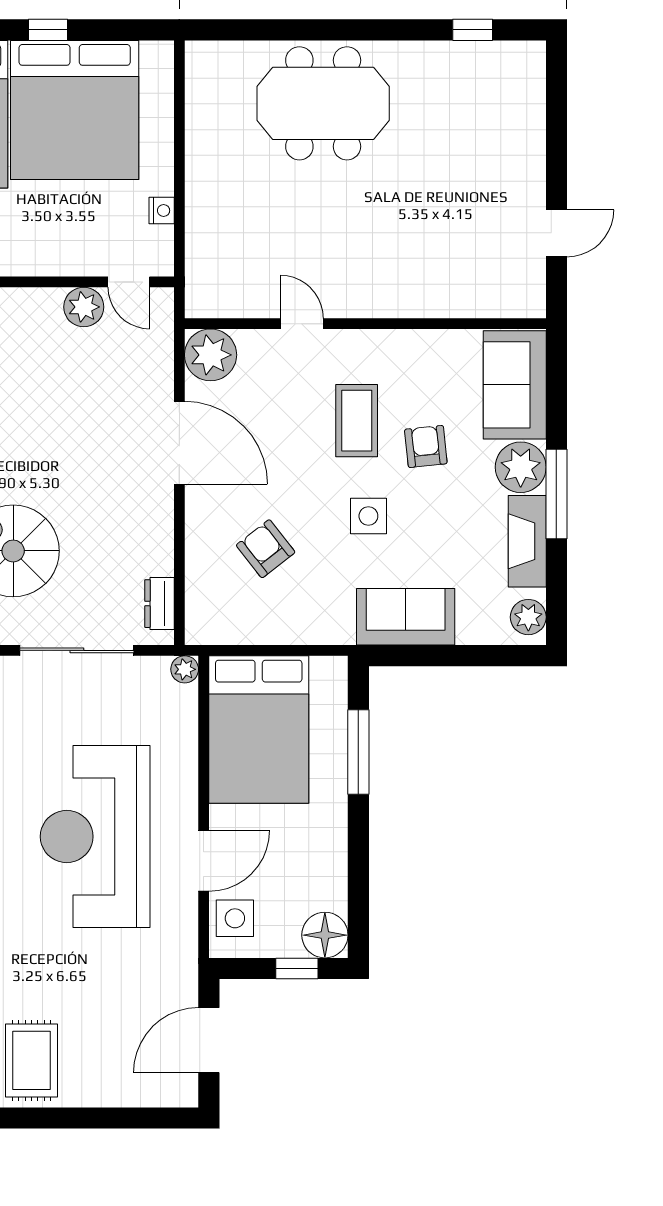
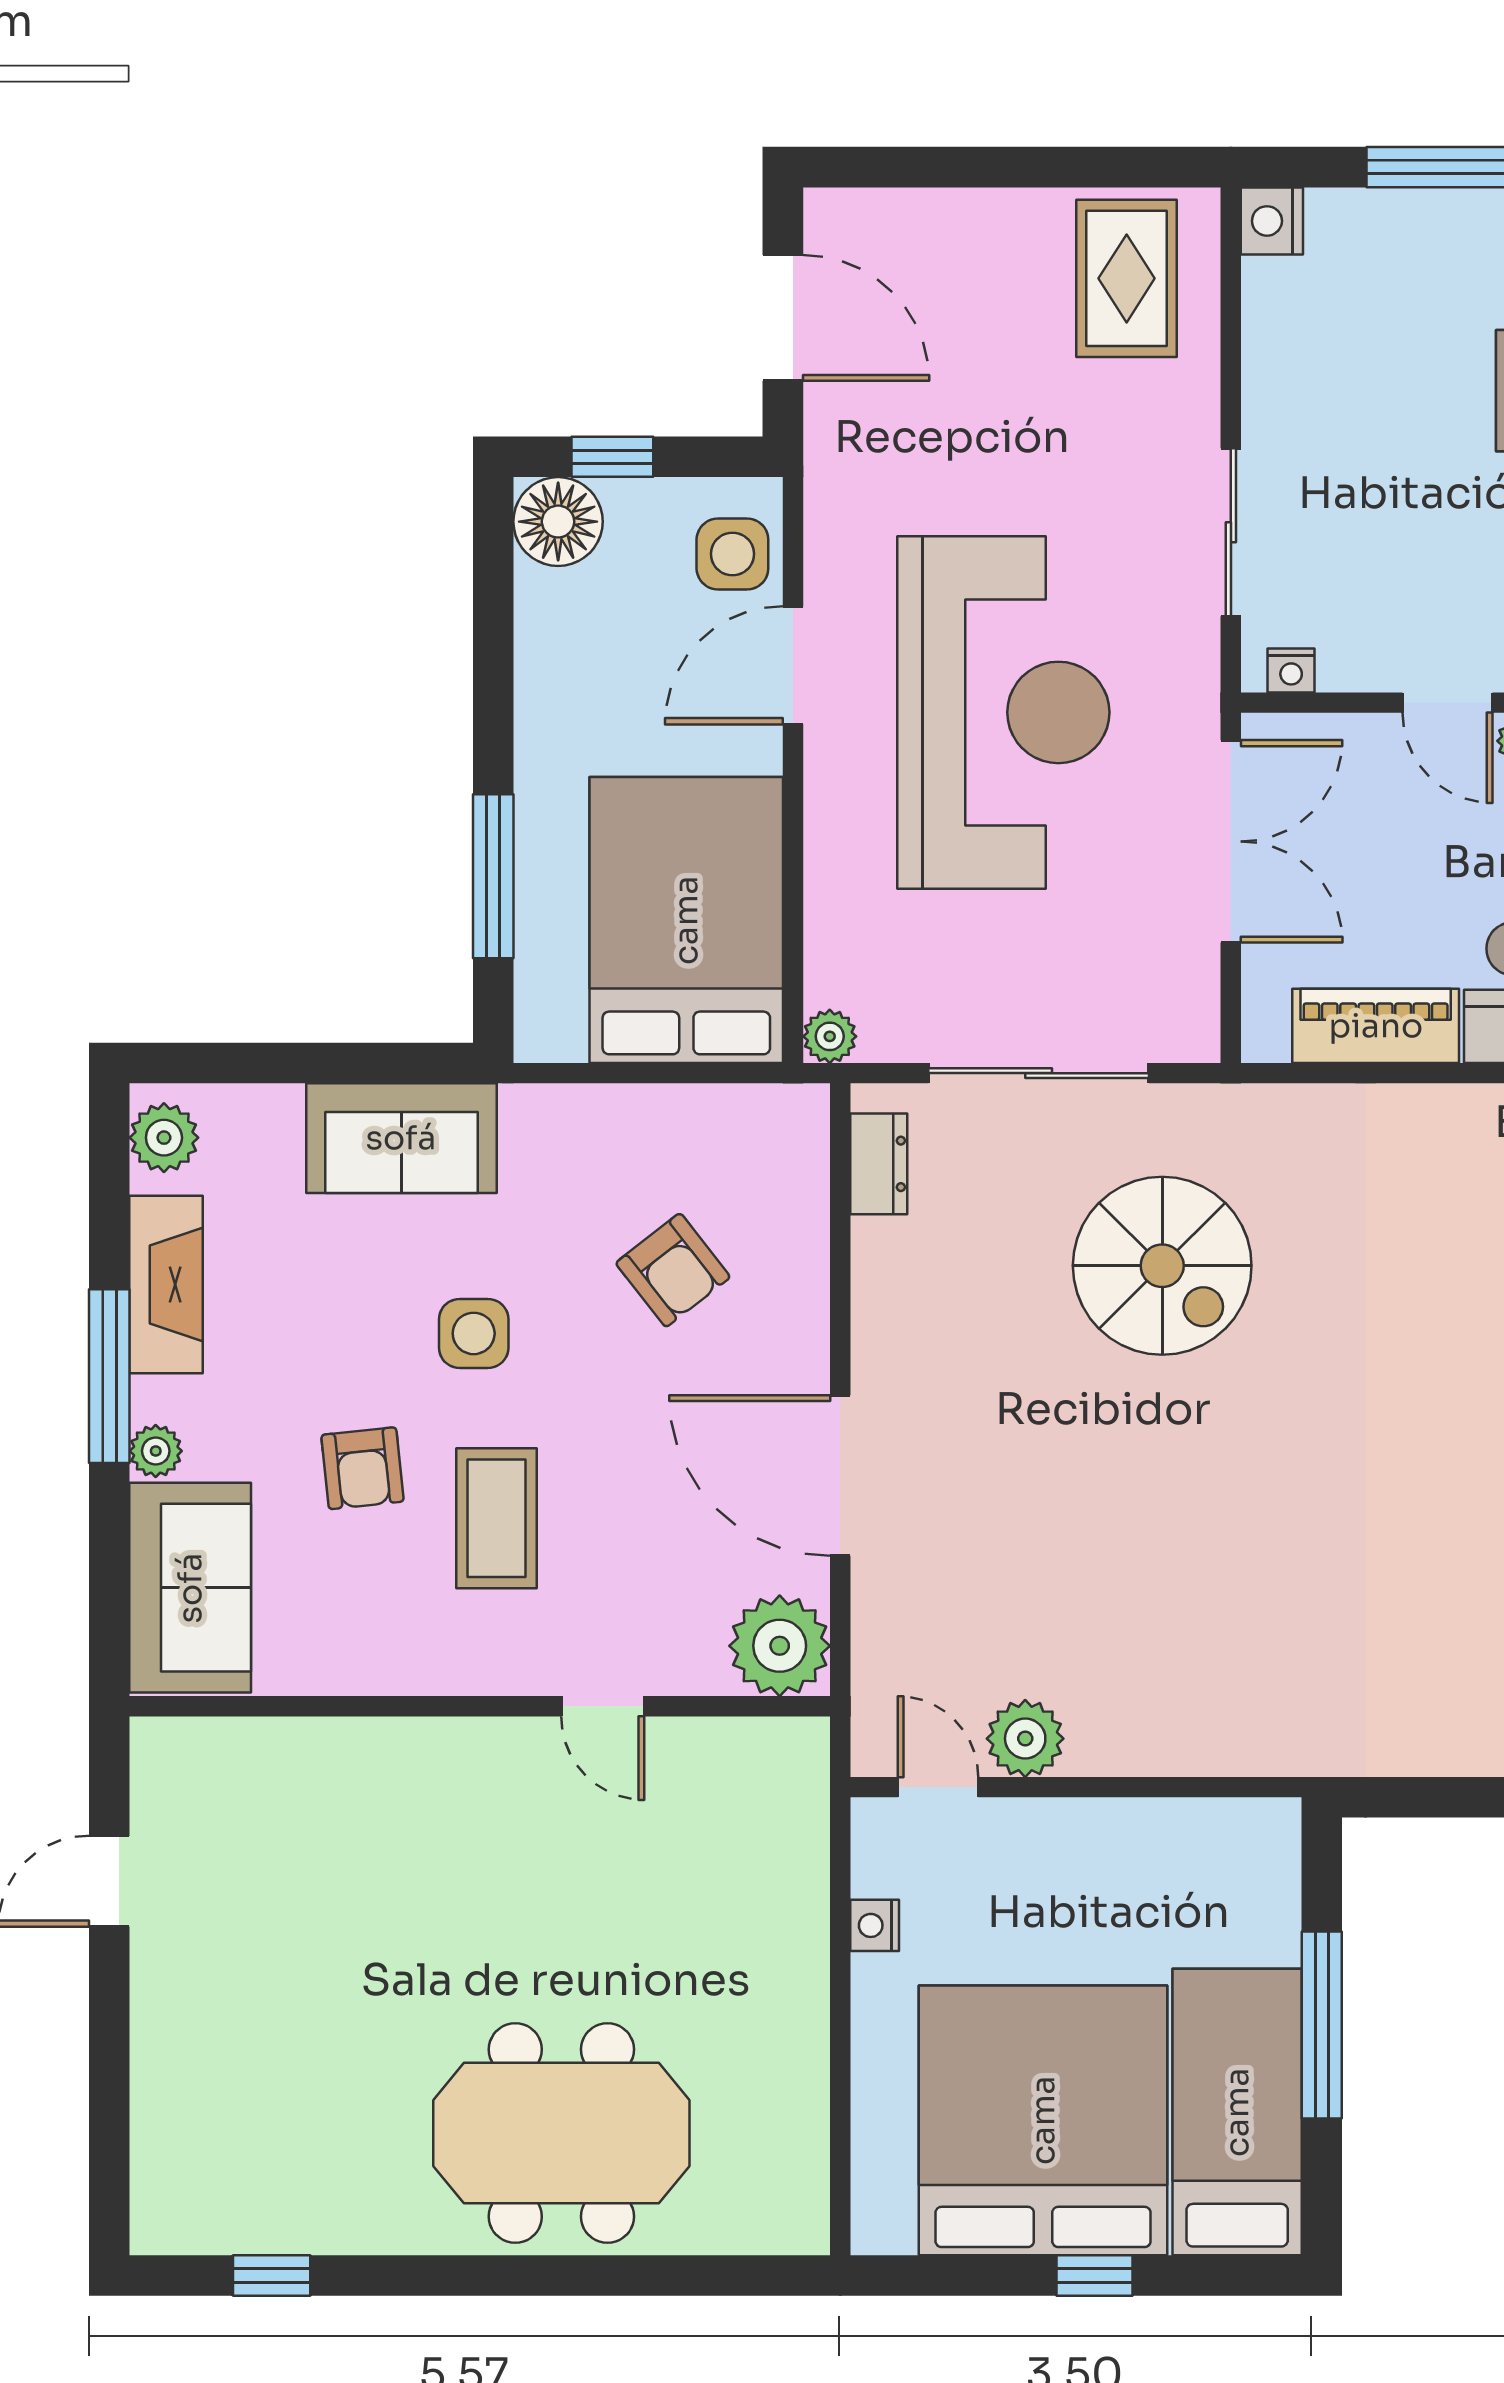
plant: (521, 467) -> (156, 1451), width x0.53, depth x0.53
door: (209, 1040) -> (783, 318), hinge flipped

